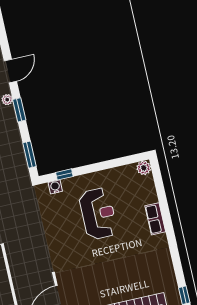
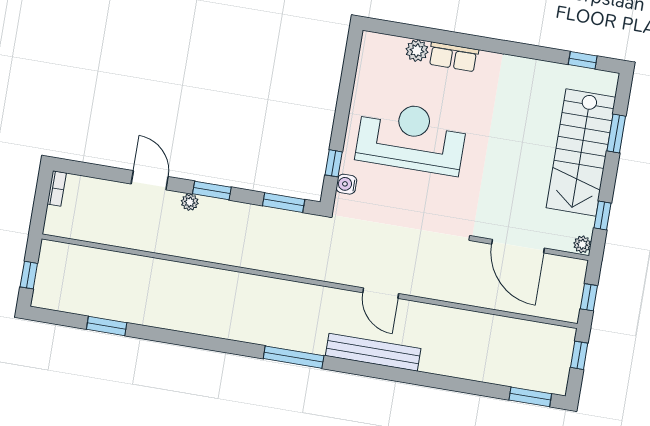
plant: (144, 168) -> (417, 51), moved
reception desk: (98, 214) -> (411, 137), width x1.36, depth x1.30

